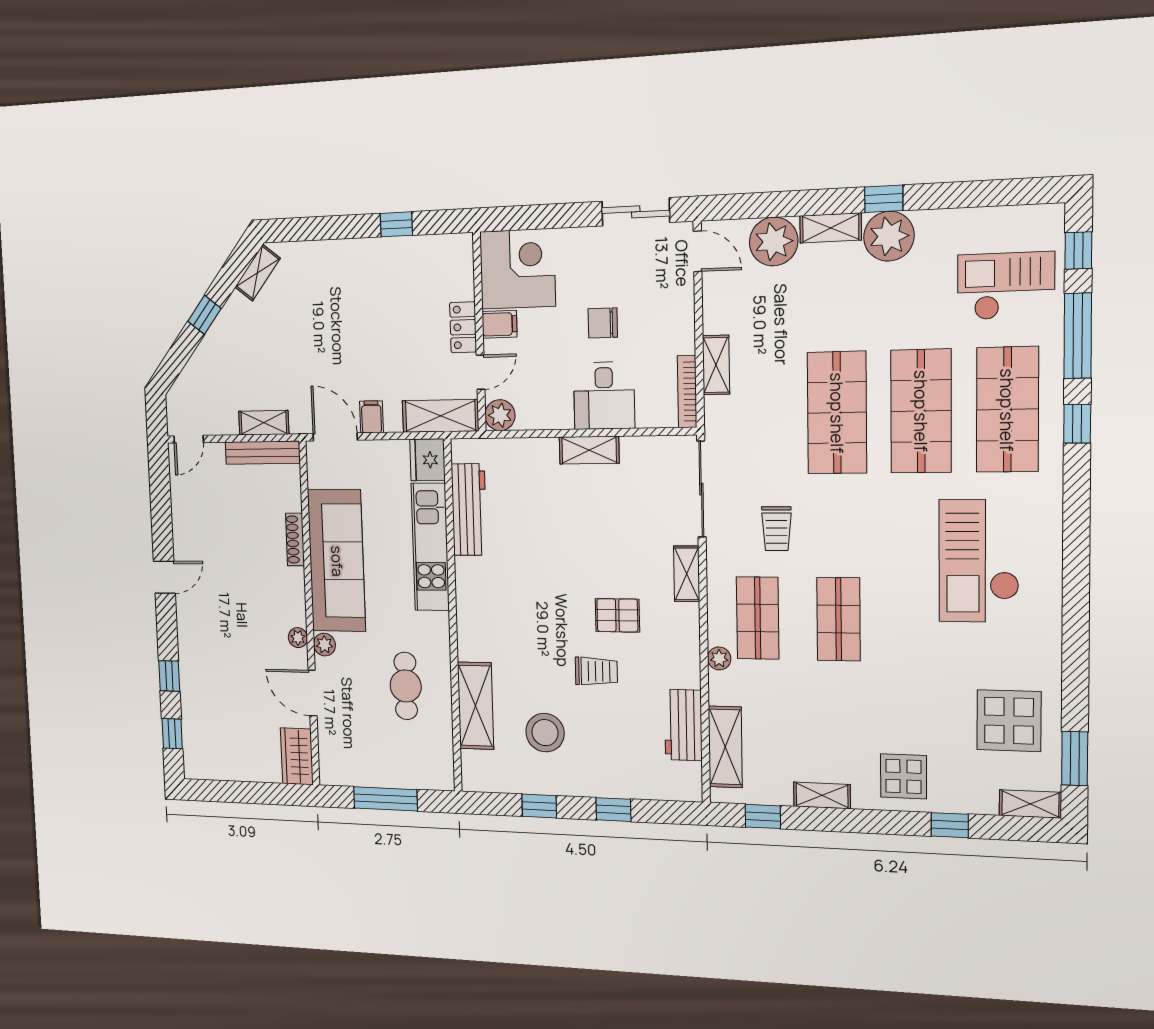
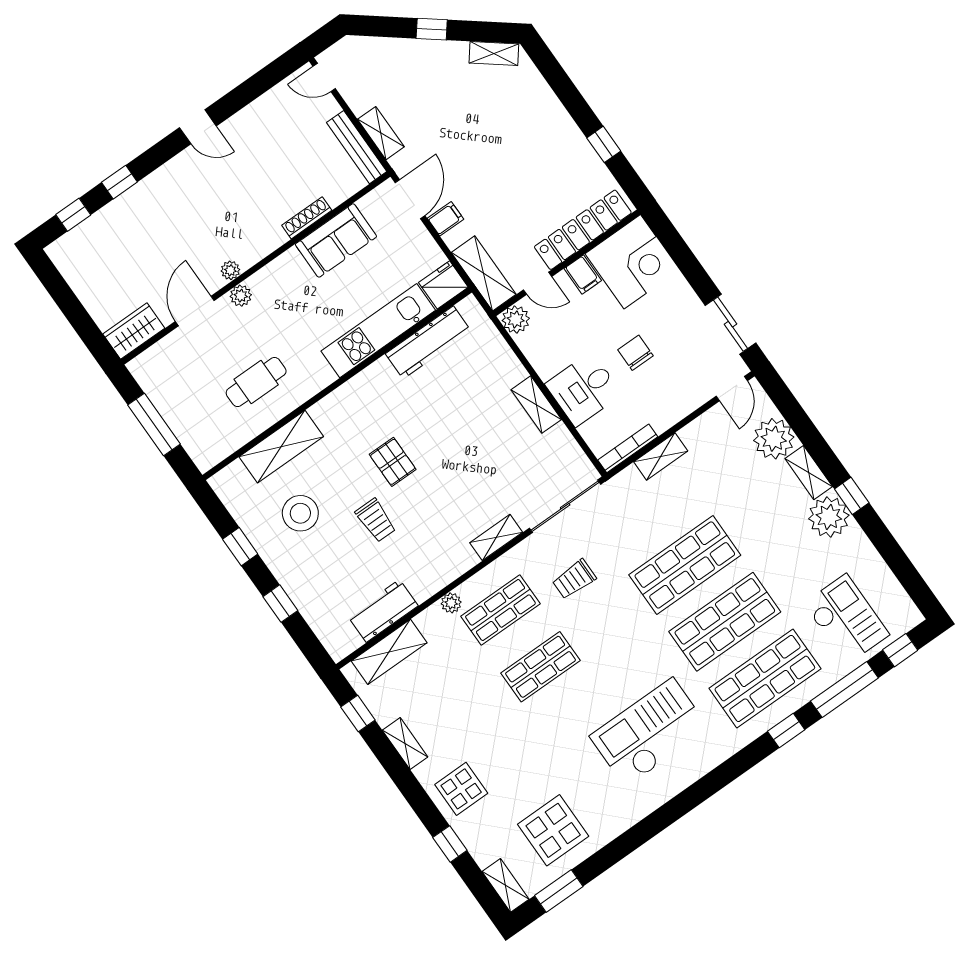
locker: (463, 327) -> (583, 230), width x2.16, depth x1.21
sofa: (337, 561) -> (336, 240), width x0.54, depth x0.79
pallet: (617, 615) -> (393, 462), moved

